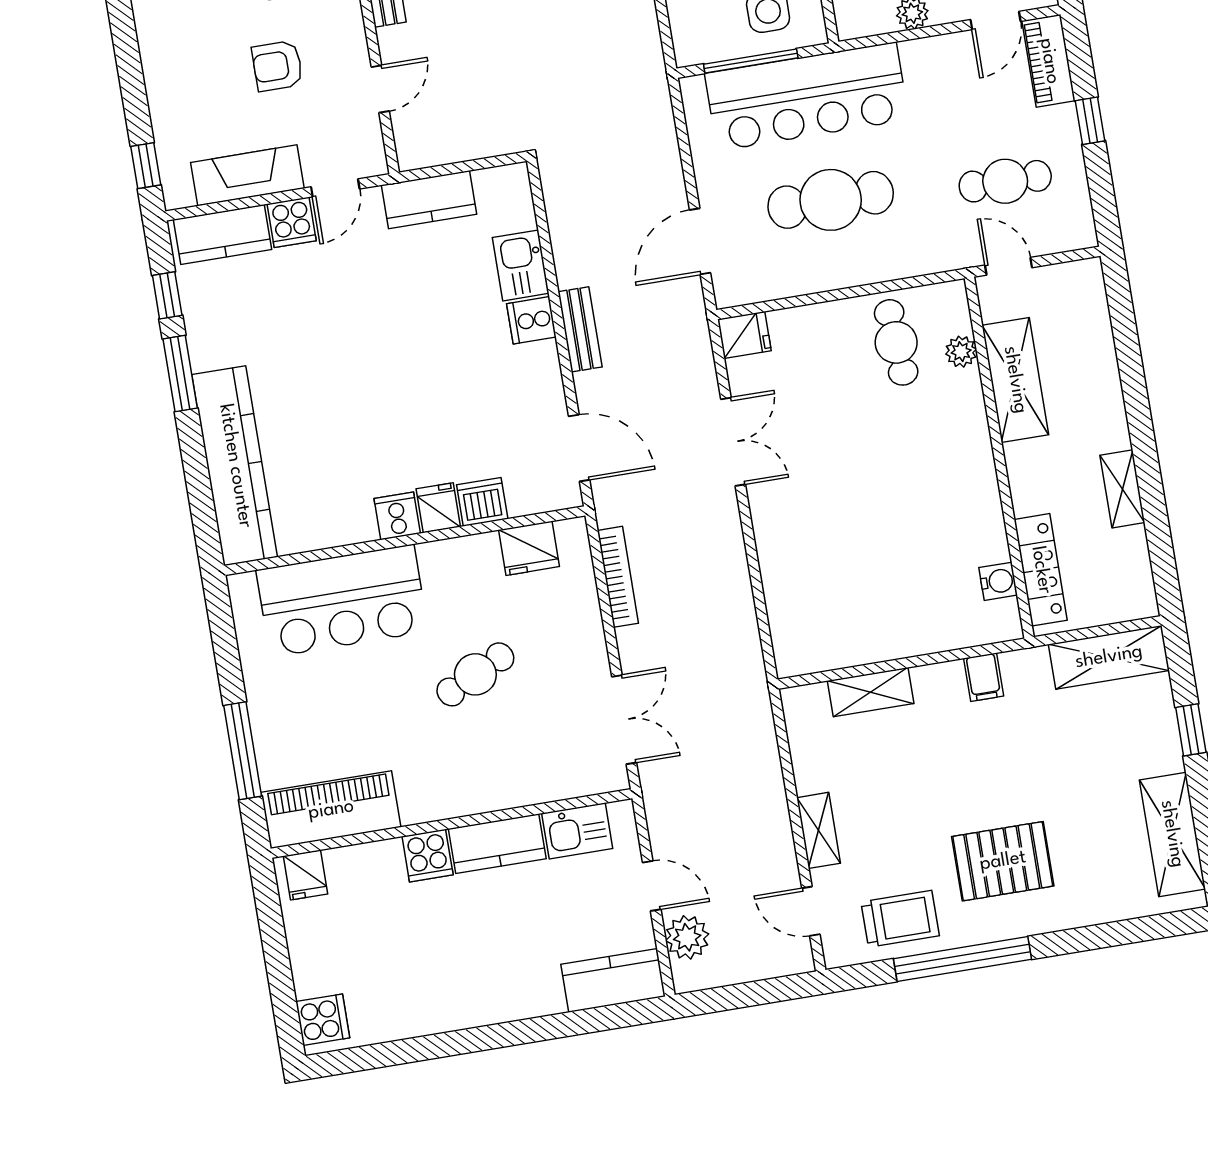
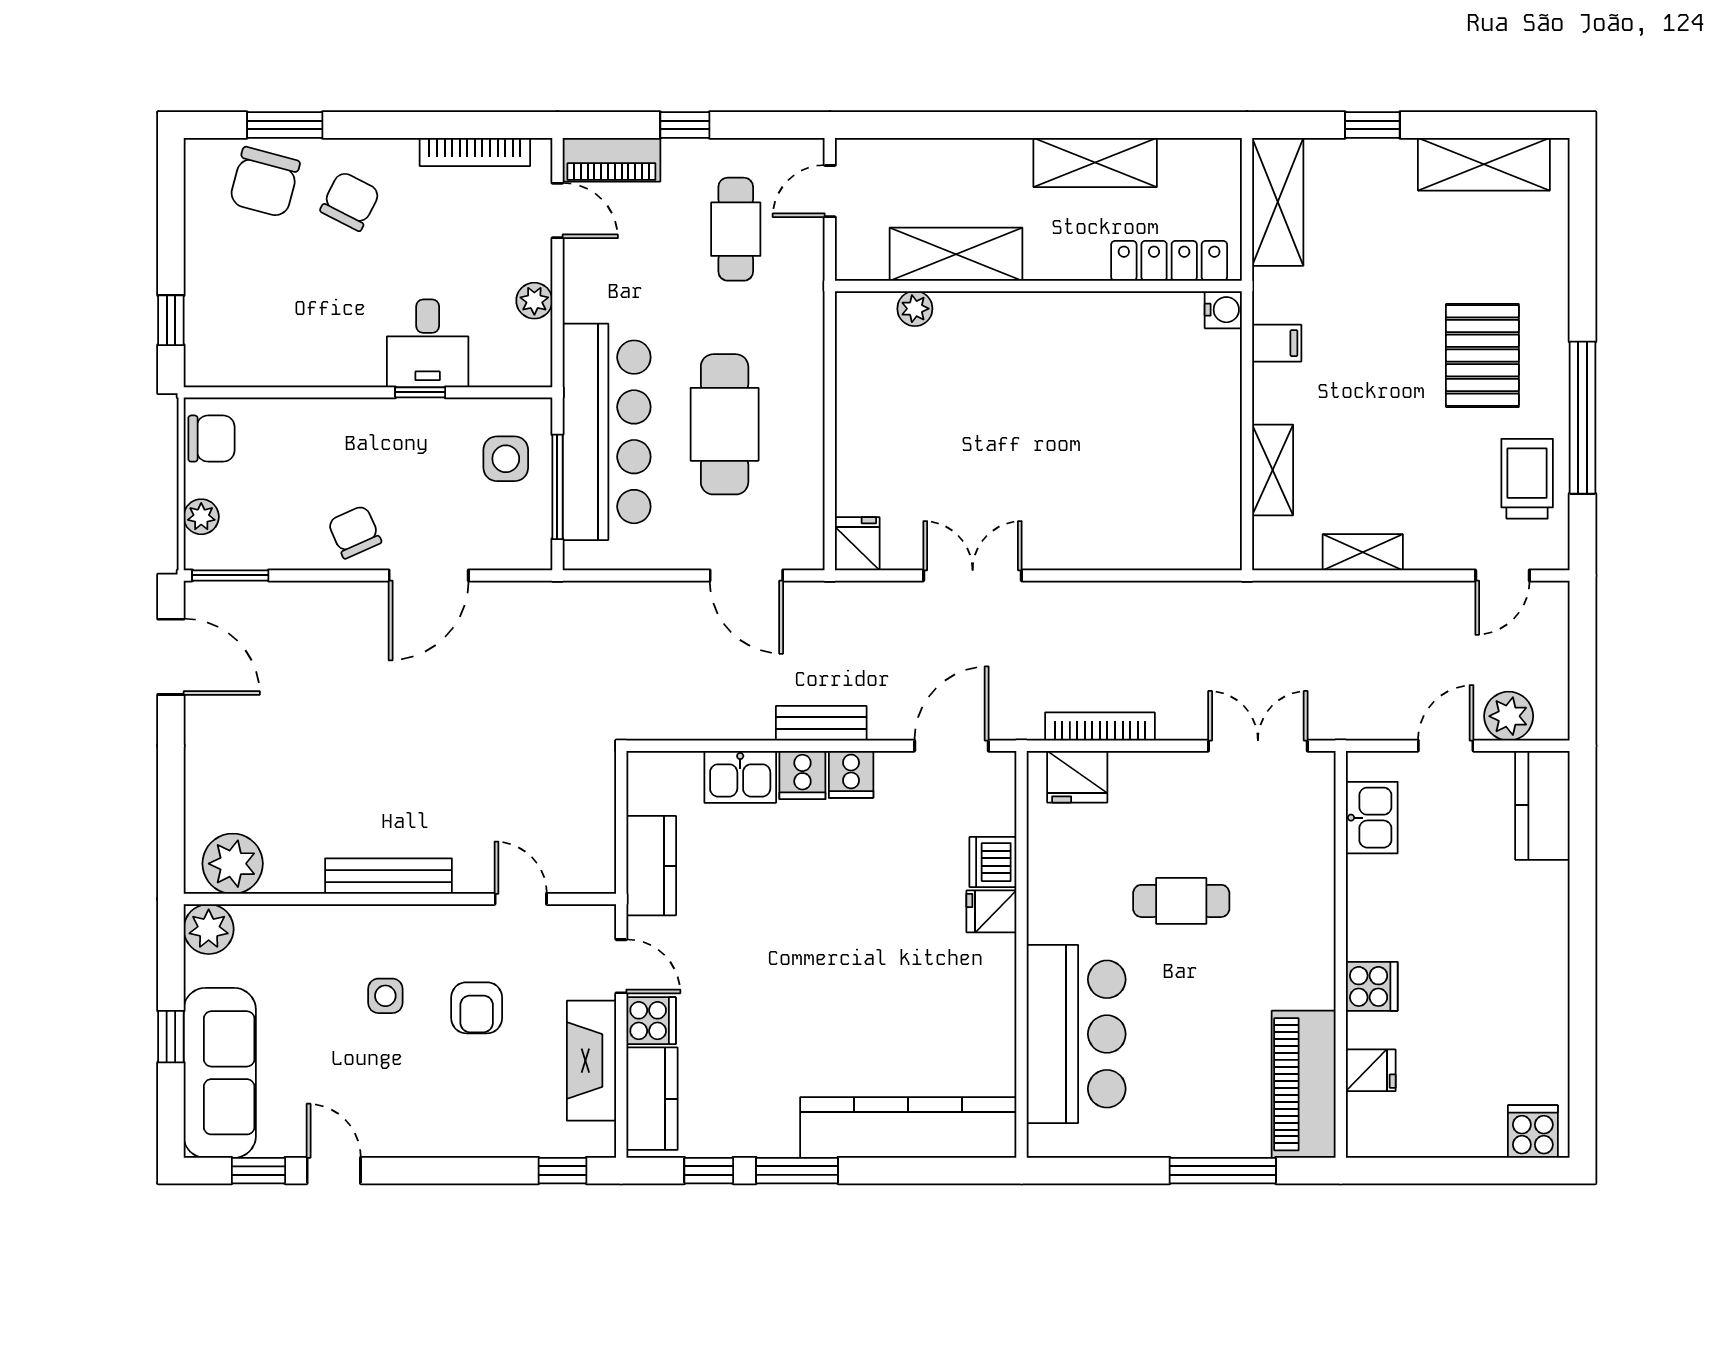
door: (1009, 266) -> (830, 191), moved
cafe table: (896, 342) -> (893, 378), removed
shelving: (1122, 489) -> (1095, 162), width x1.50, depth x1.33
cooker: (397, 516) -> (851, 774), moved, turned -90
fridge: (529, 548) -> (1077, 777), moved, turned 90
water cooler: (998, 581) -> (1223, 310), moved, turned 90
cafe table: (475, 674) -> (1181, 901), turned -64
shelving: (819, 830) -> (1363, 552), moved
kitchen counter: (497, 844) -> (1371, 908), removed
fridge: (305, 875) -> (1371, 1070), moved

